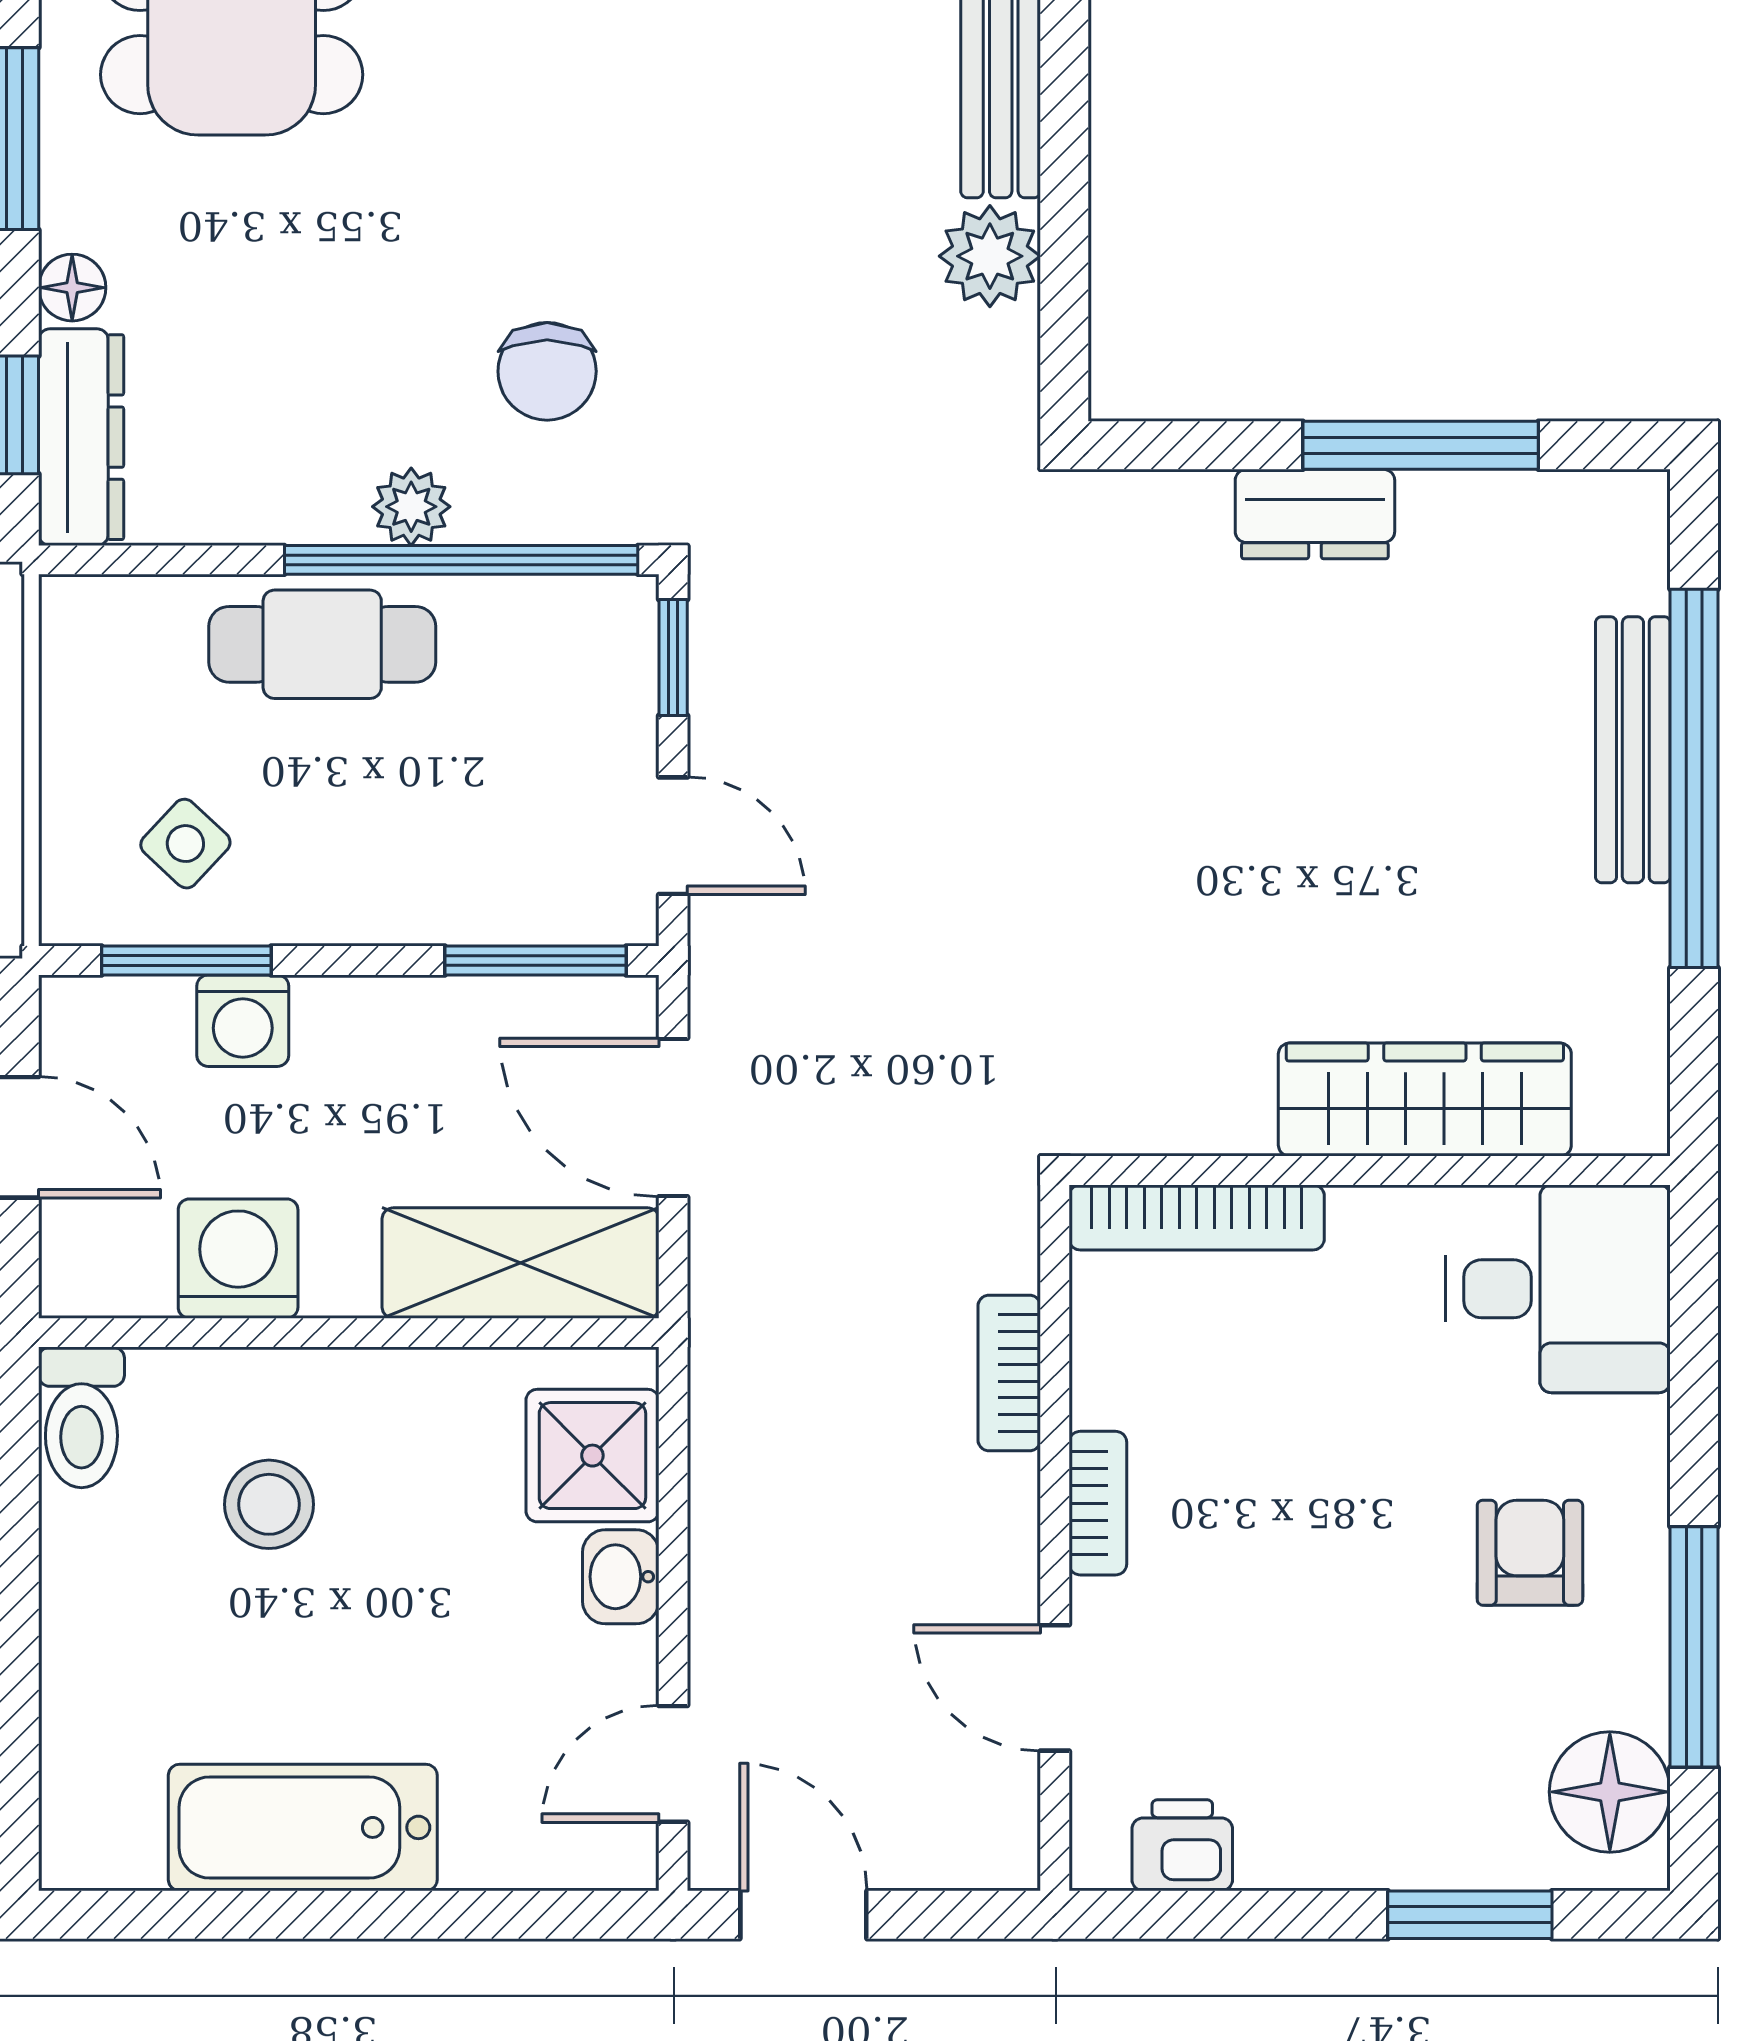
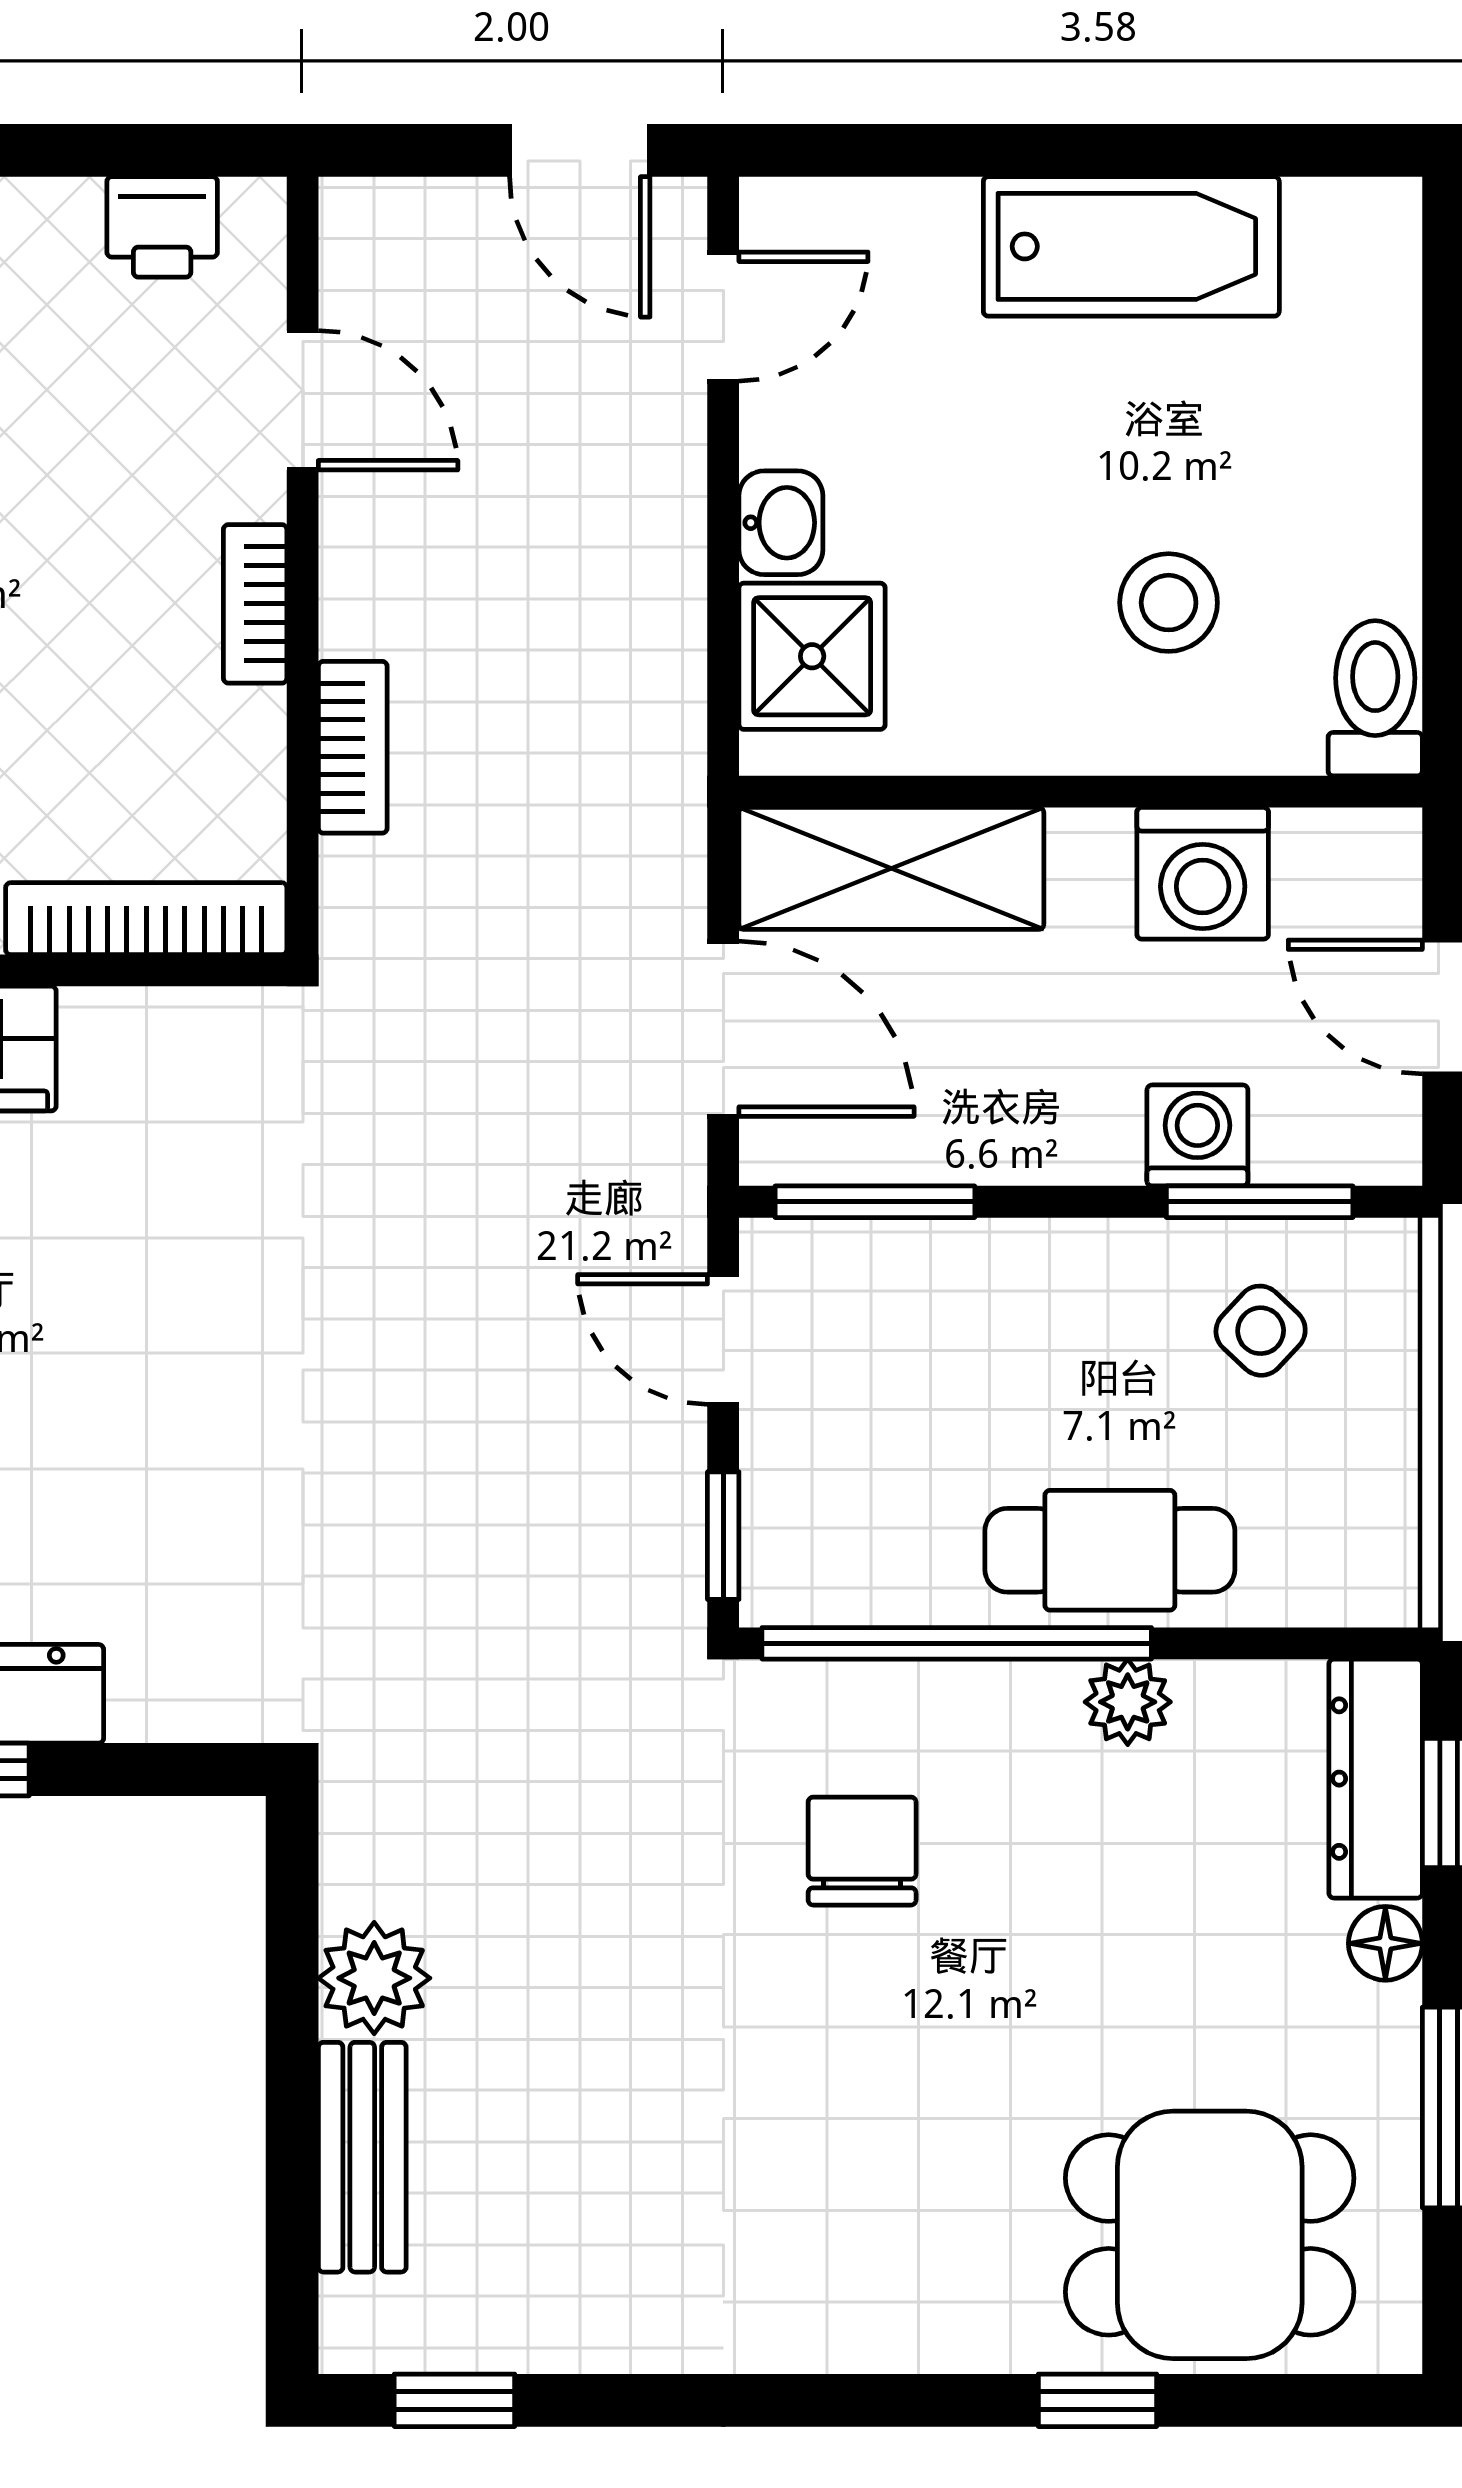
plant: (411, 507) -> (1128, 1702), moved

